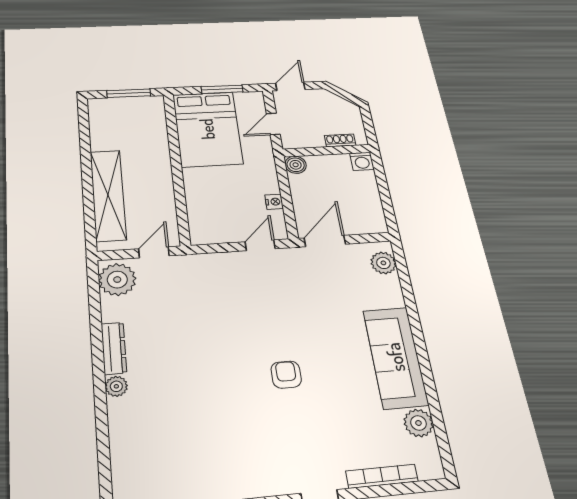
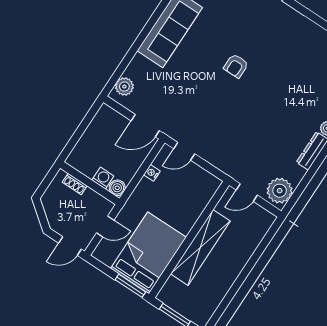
window: (222, 89) -> (130, 286), moved
washing machine: (362, 161) -> (103, 178), moved
shelving: (108, 195) -> (200, 247), moved

